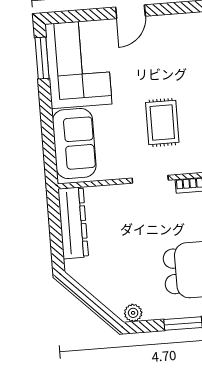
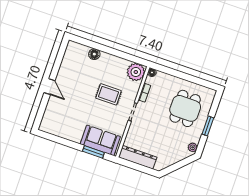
window: (42, 58) -> (93, 152), moved
corner sofa: (78, 64) -> (64, 122), removed

